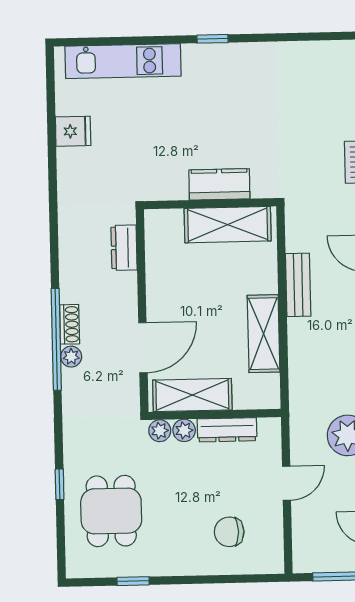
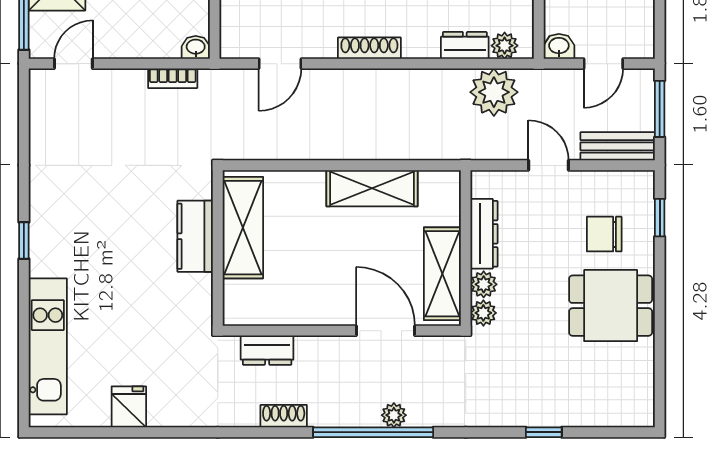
bench: (298, 285) -> (618, 146), moved
shoe rack: (70, 324) -> (284, 416), moved
dining table: (111, 511) -> (611, 306), moved
chair: (229, 532) -> (604, 234), turned 90
window: (133, 581) -> (660, 218), moved

